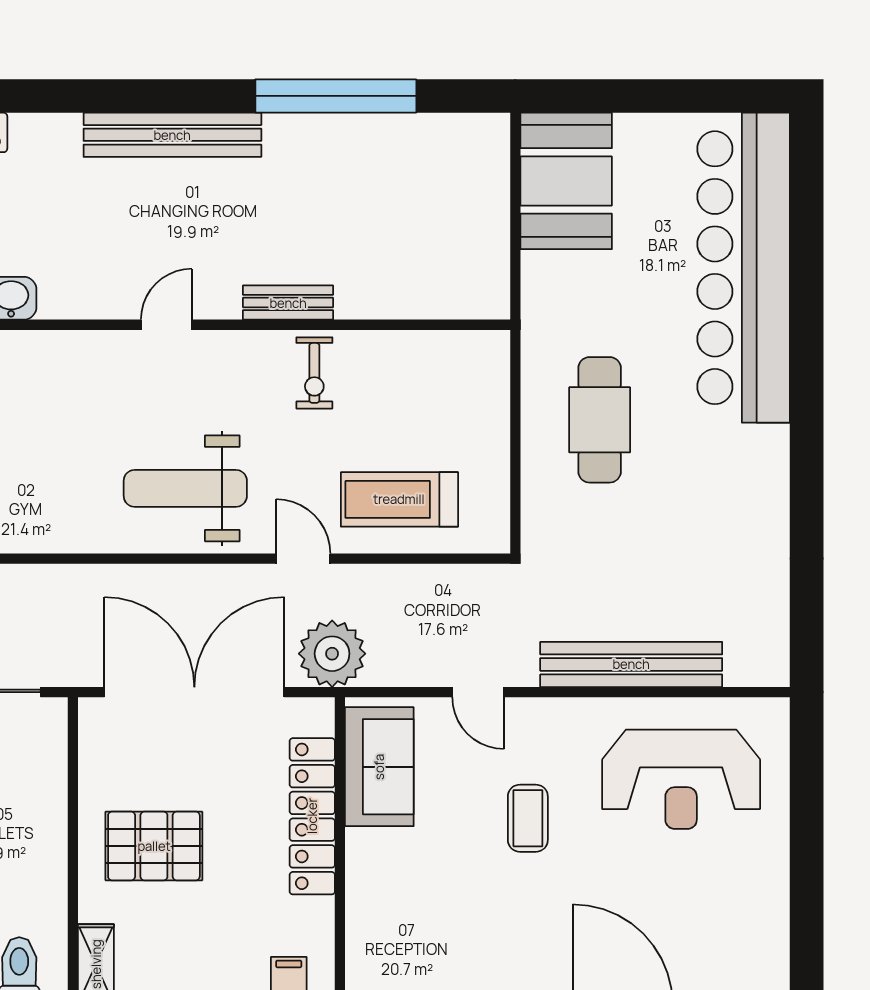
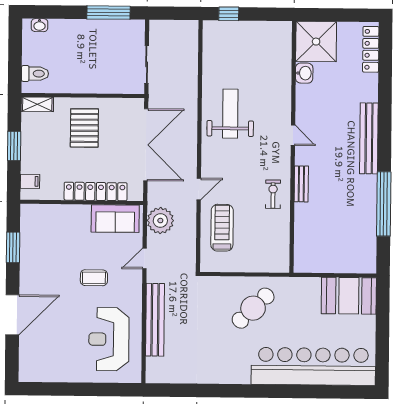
exercise bike: (314, 373) -> (273, 194), turned 90
cafe table: (600, 420) -> (253, 308), turned -44
weight bench: (185, 488) -> (230, 114), moved
plant: (332, 654) -> (160, 221), moved

